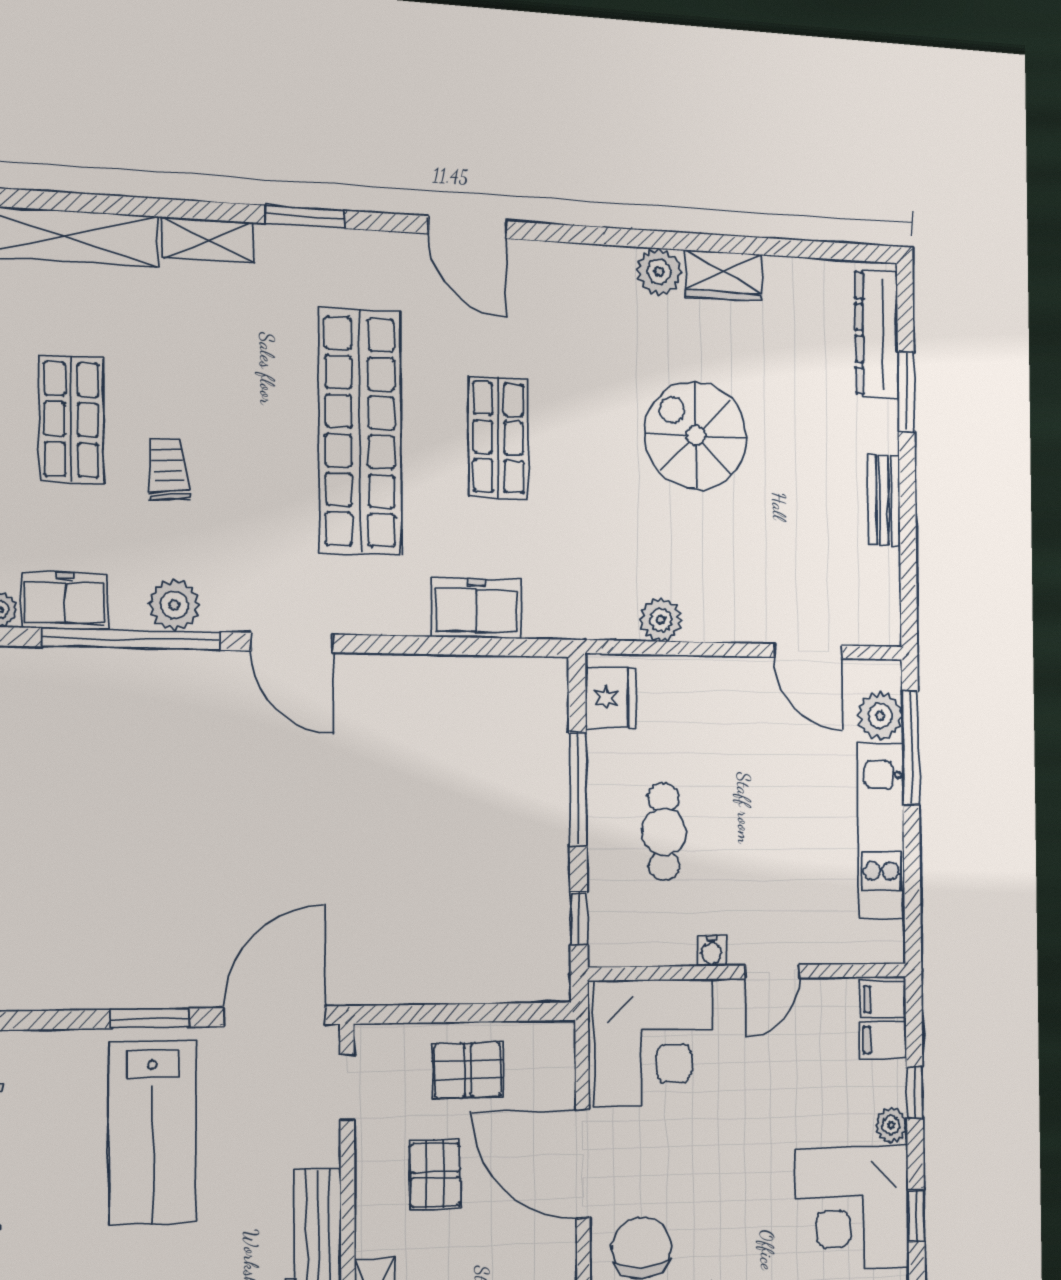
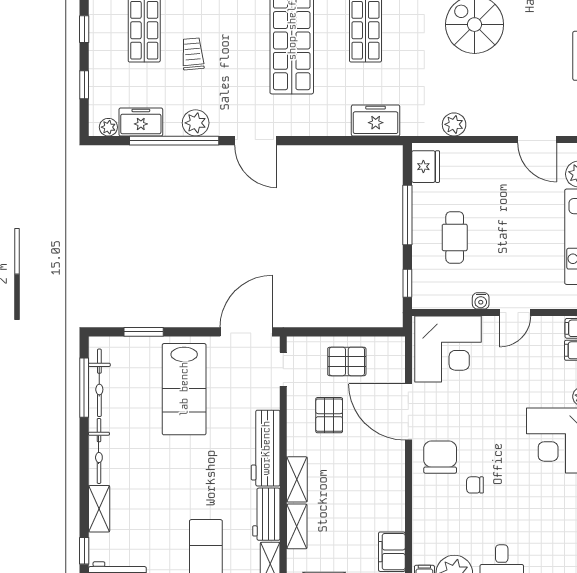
freezer: (476, 608) -> (376, 120), moved
window: (150, 1018) -> (144, 332), moved

